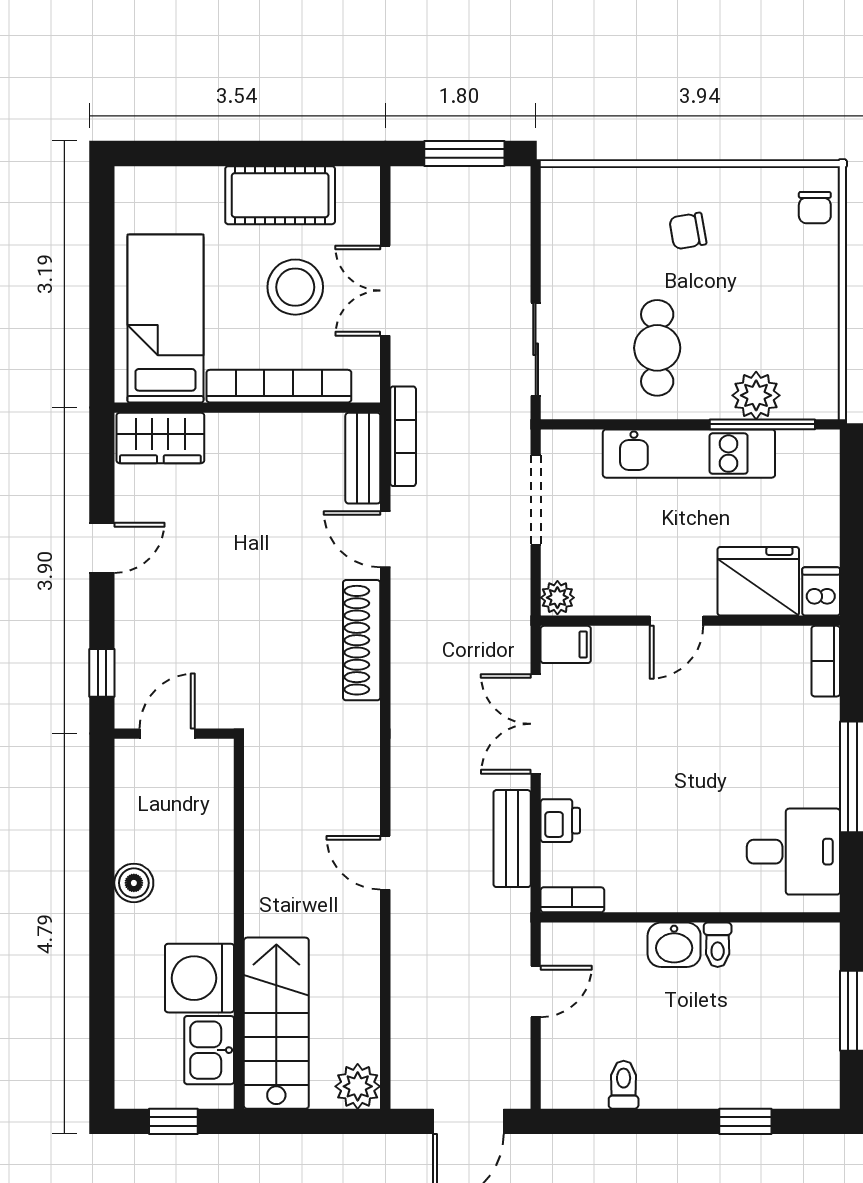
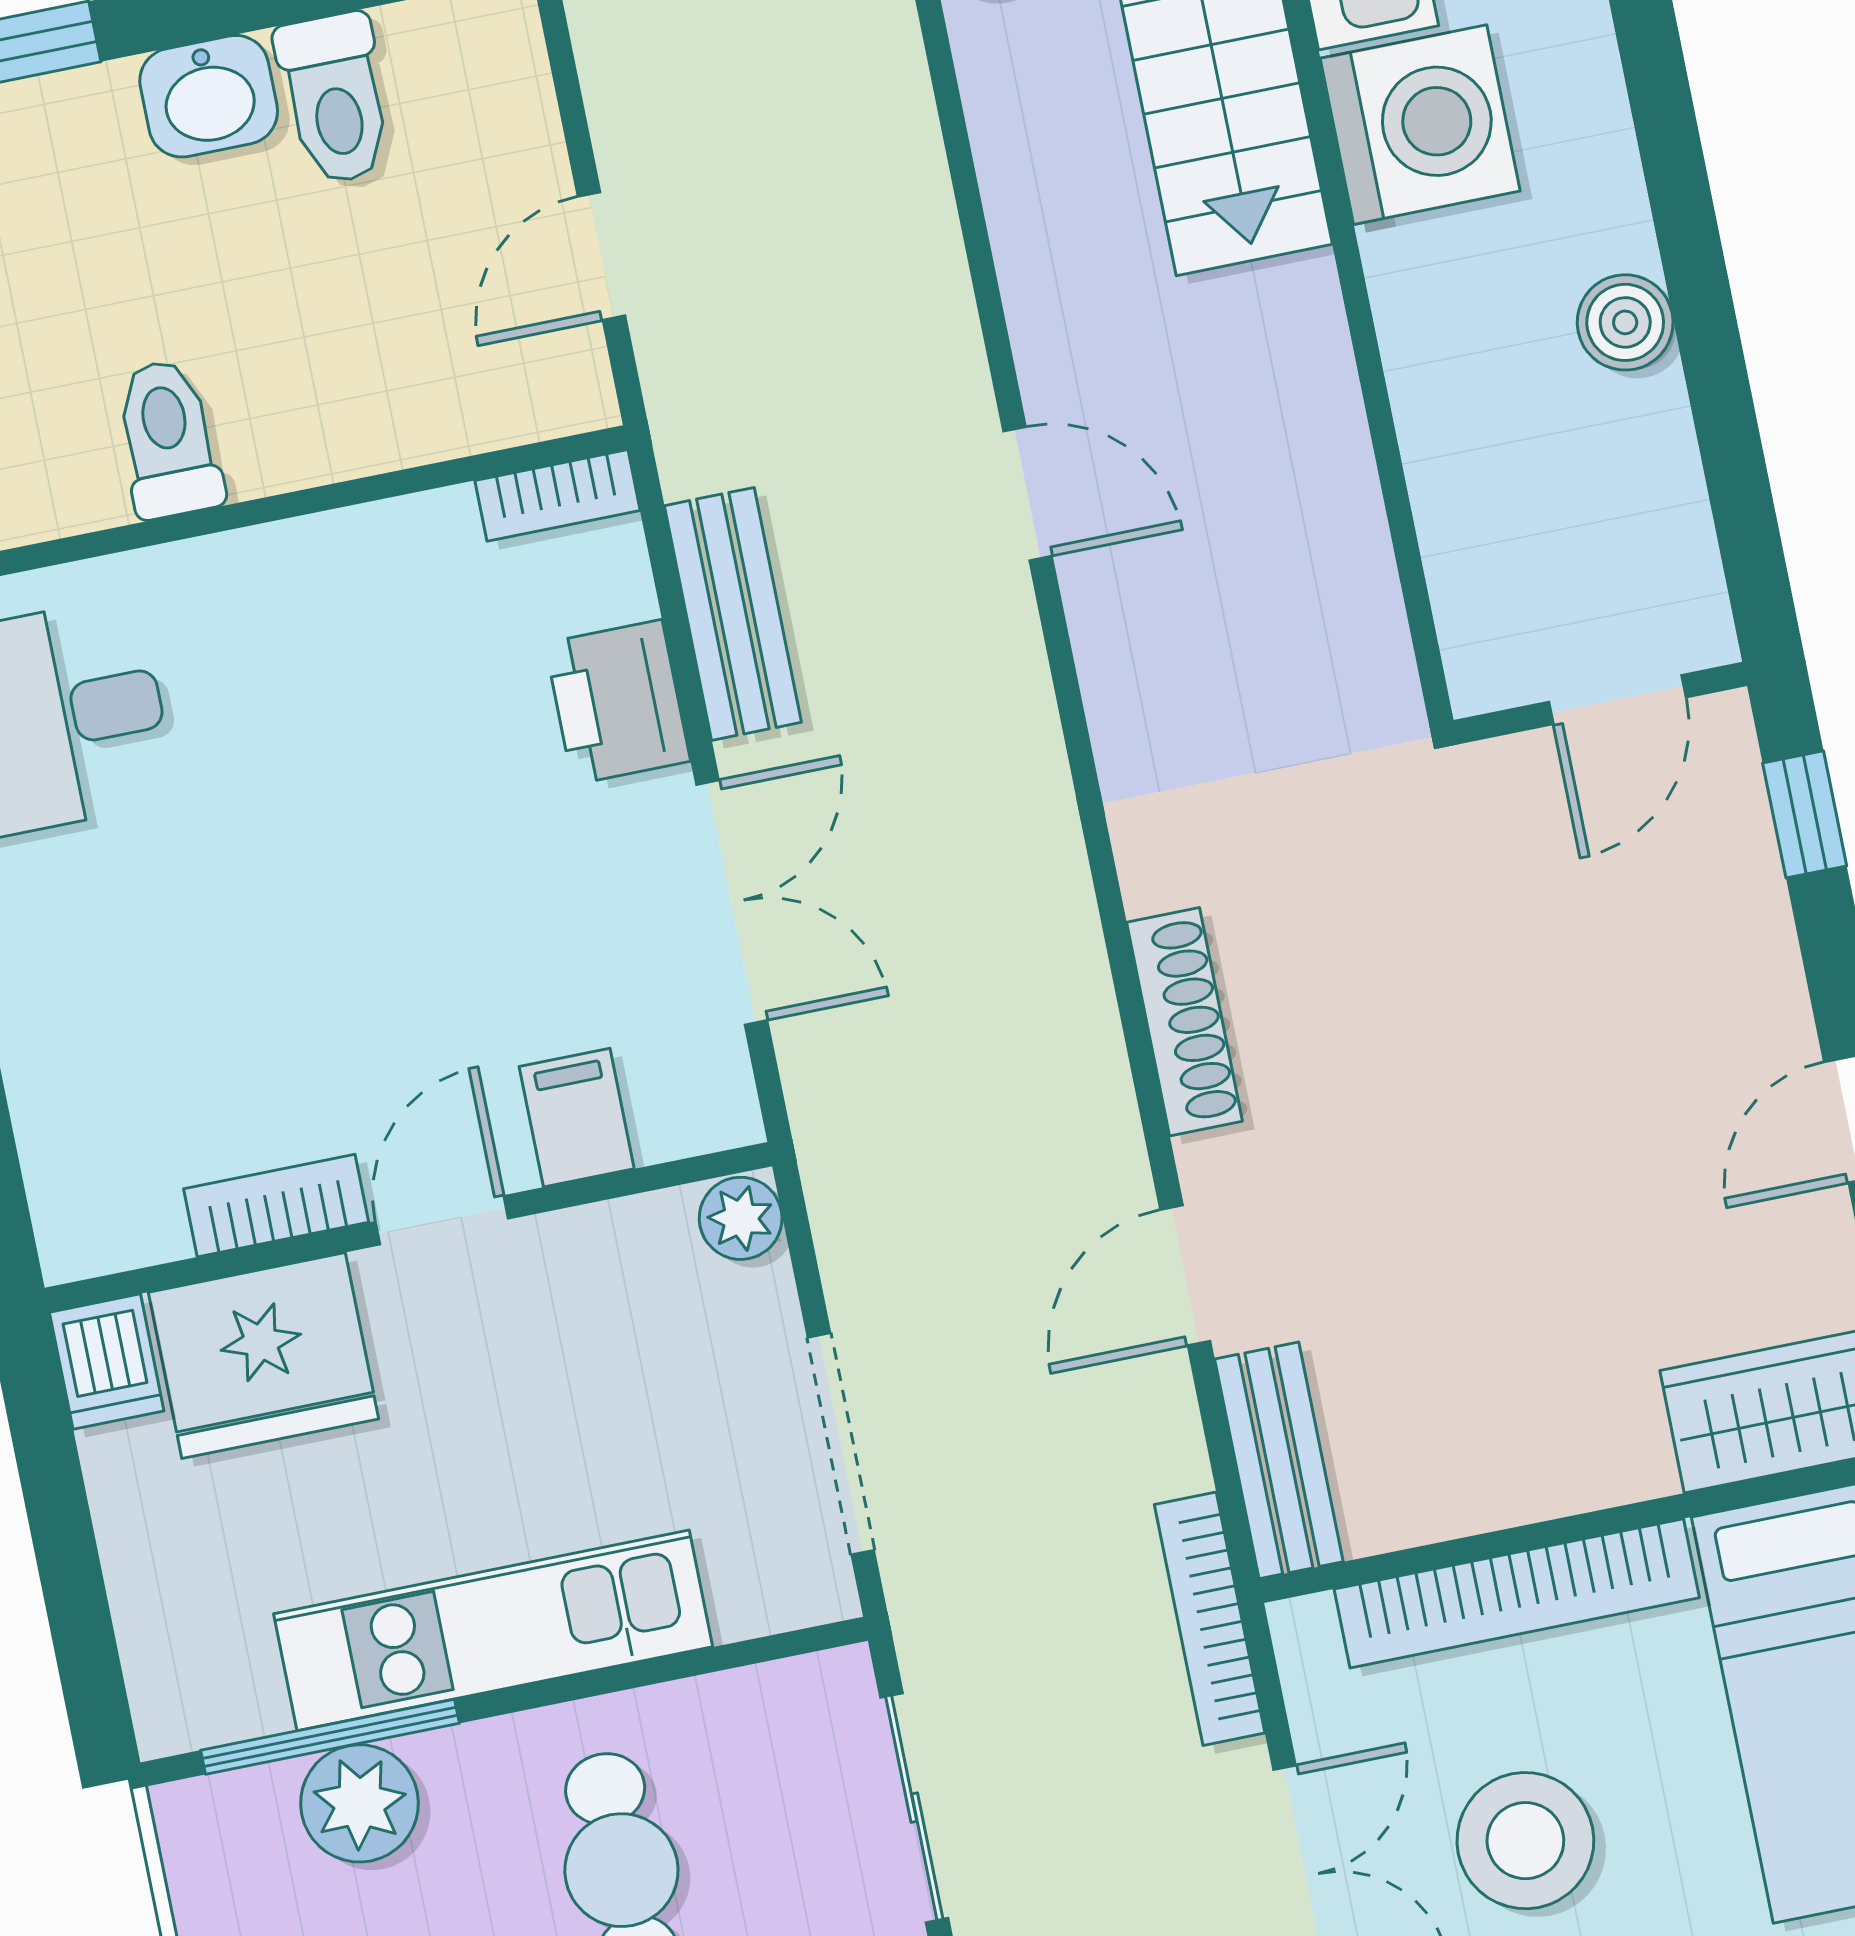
bookcase: (403, 436) -> (1210, 1619), moved
door: (385, 539) -> (1185, 1275), swing flipped
shoe rack: (362, 640) -> (1185, 1022), width x0.74, depth x0.81
filing cabinet: (566, 644) -> (577, 1118), moved, turned 90
bookcase: (826, 661) -> (276, 1206), moved, turned -90
printer: (560, 821) -> (618, 702), width x1.36, depth x1.24
washbasin: (674, 945) -> (209, 96), moved, turned 180
toilet: (718, 945) -> (168, 439), width x1.37, depth x1.39
toilet: (624, 1085) -> (335, 99), width x1.37, depth x1.39

